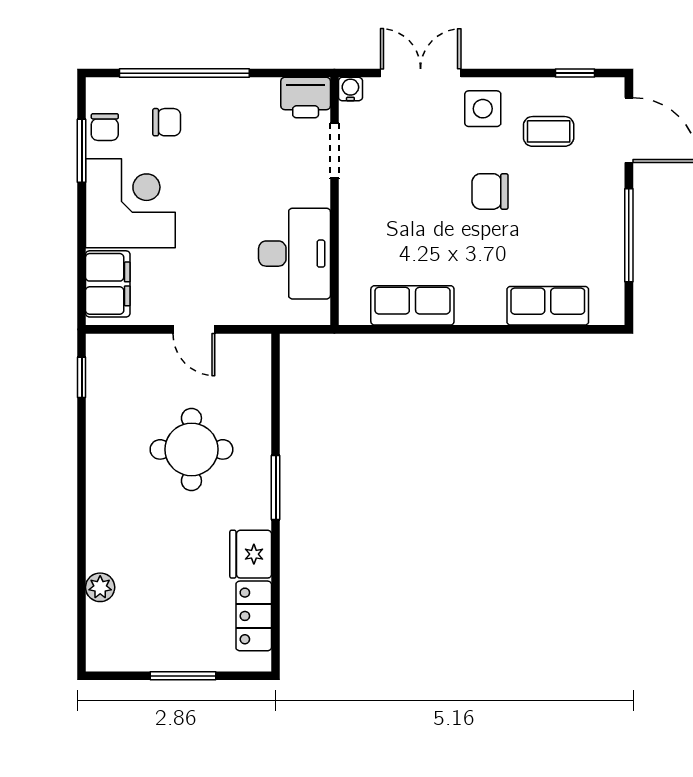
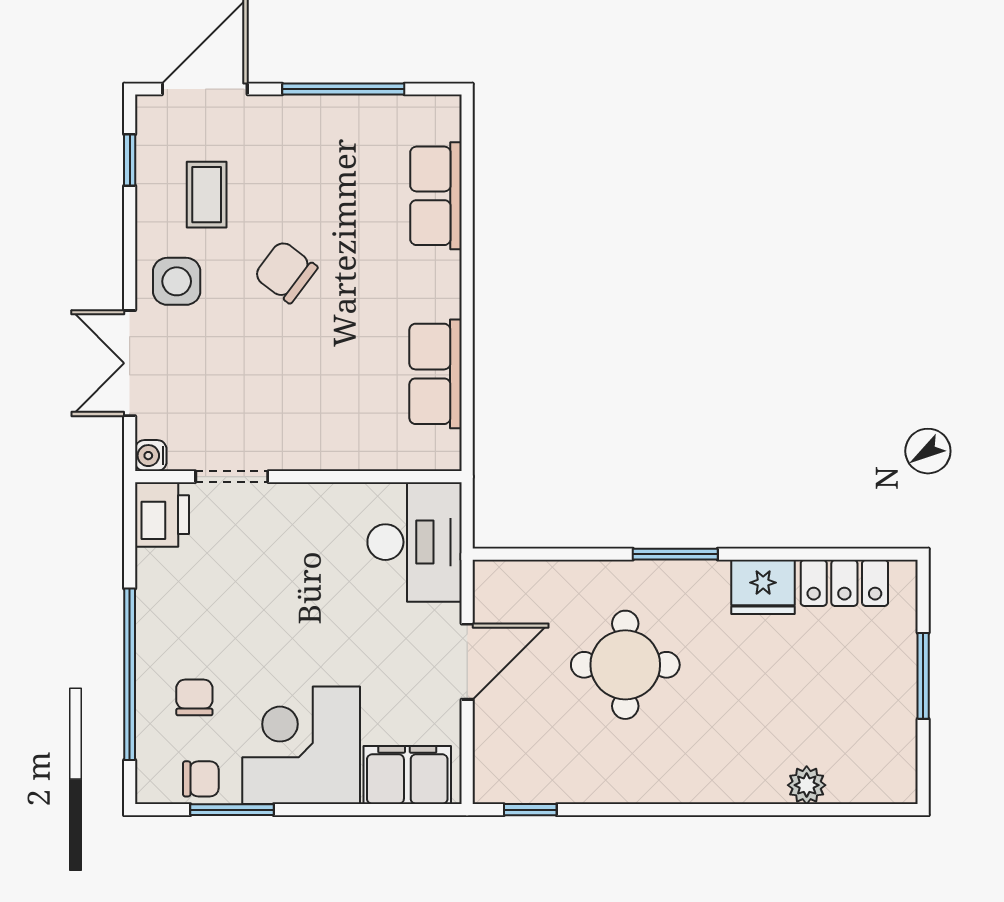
chair: (490, 191) -> (286, 272), turned 127
desk: (294, 254) -> (415, 542), moved, turned 90
door: (194, 329) -> (467, 662), width x1.38

